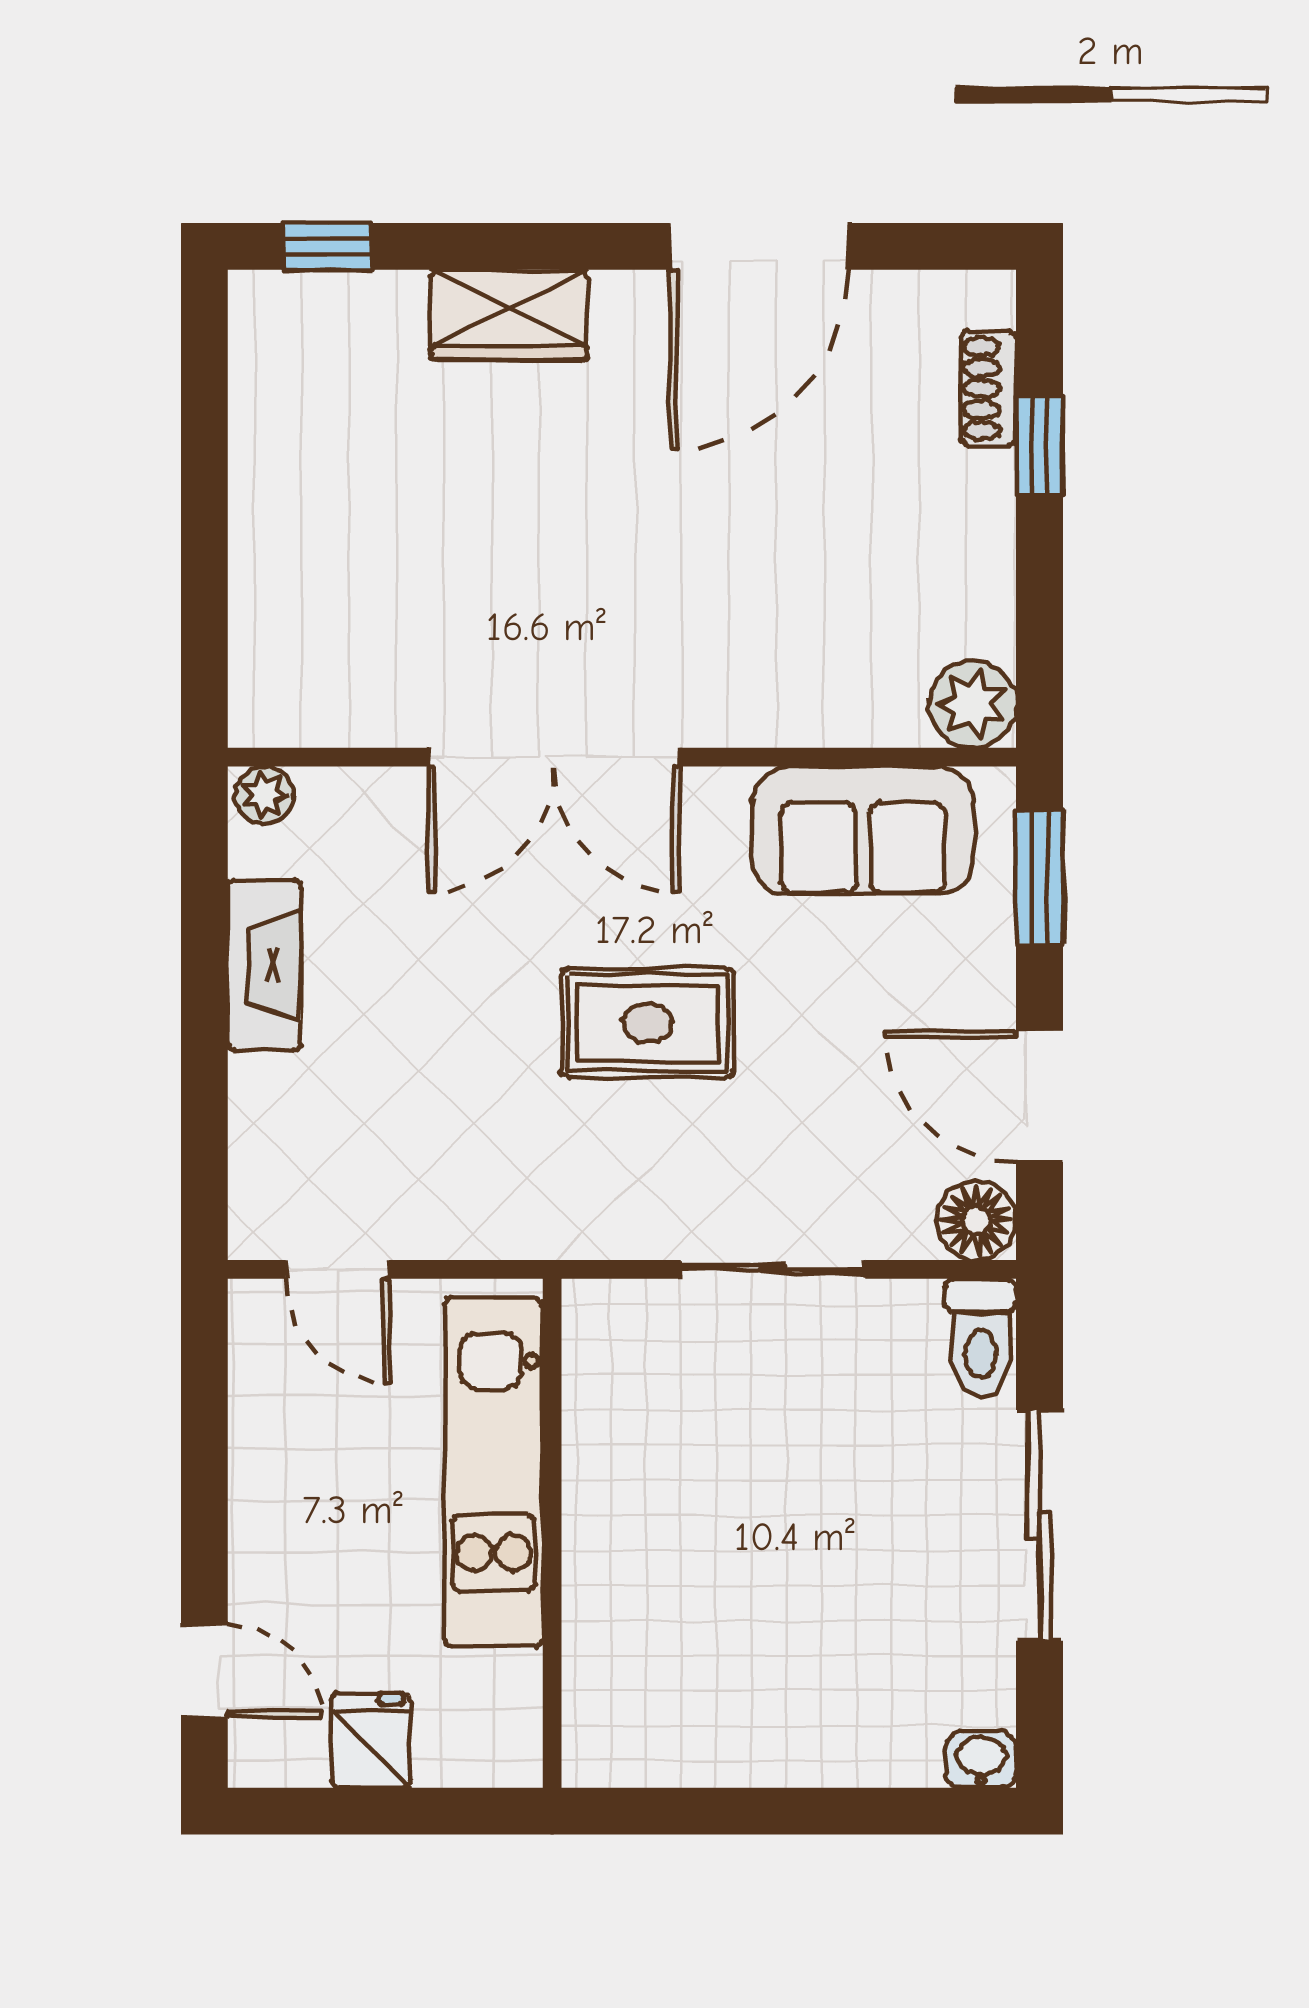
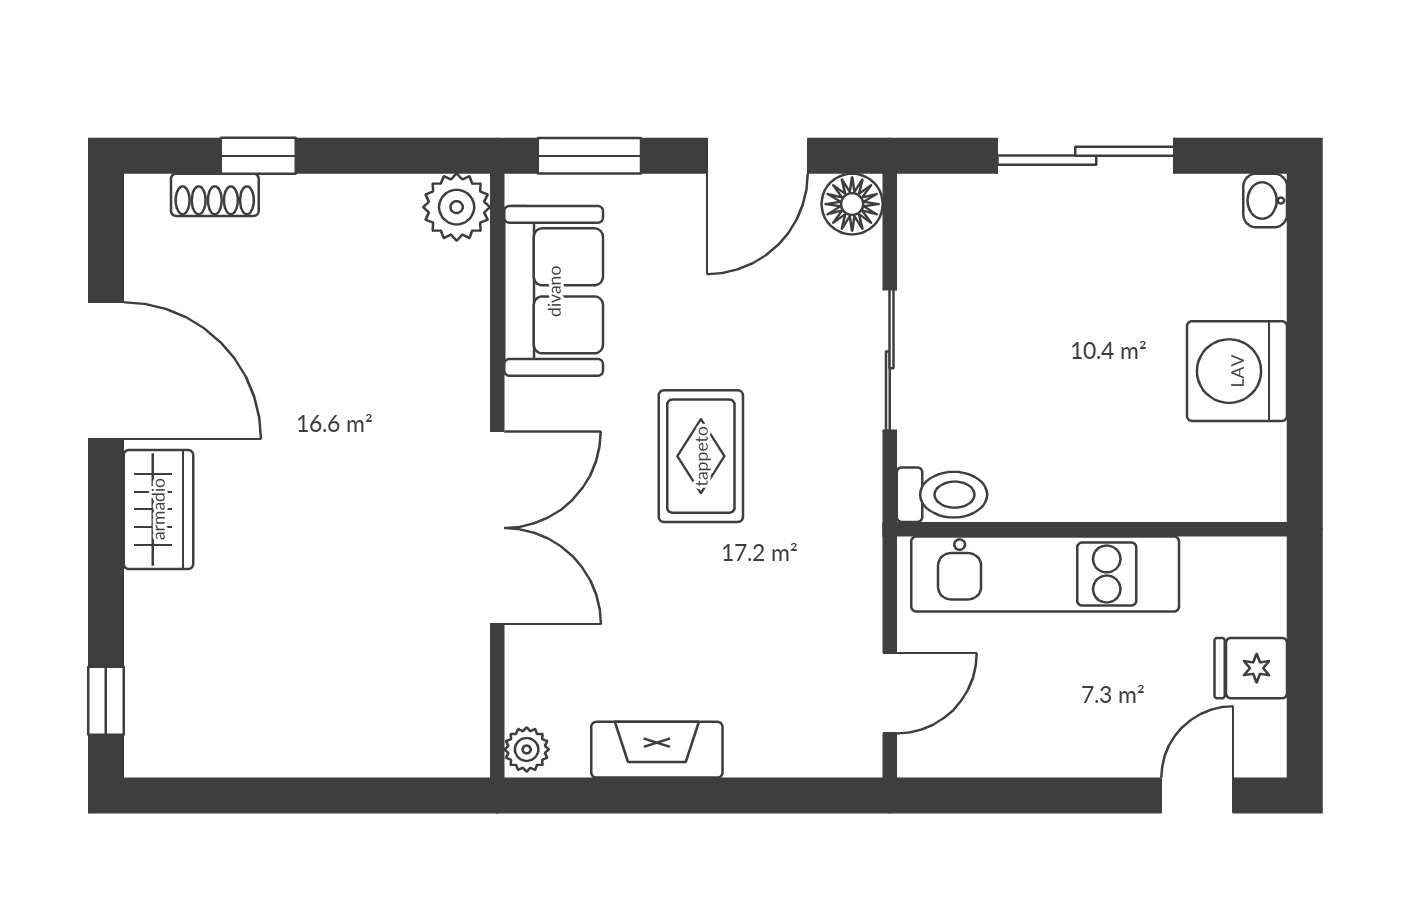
wardrobe: (509, 315) -> (158, 509), moved
toilet: (980, 1338) -> (942, 495), moved
washing machine: (758, 1723) -> (1237, 371), added

